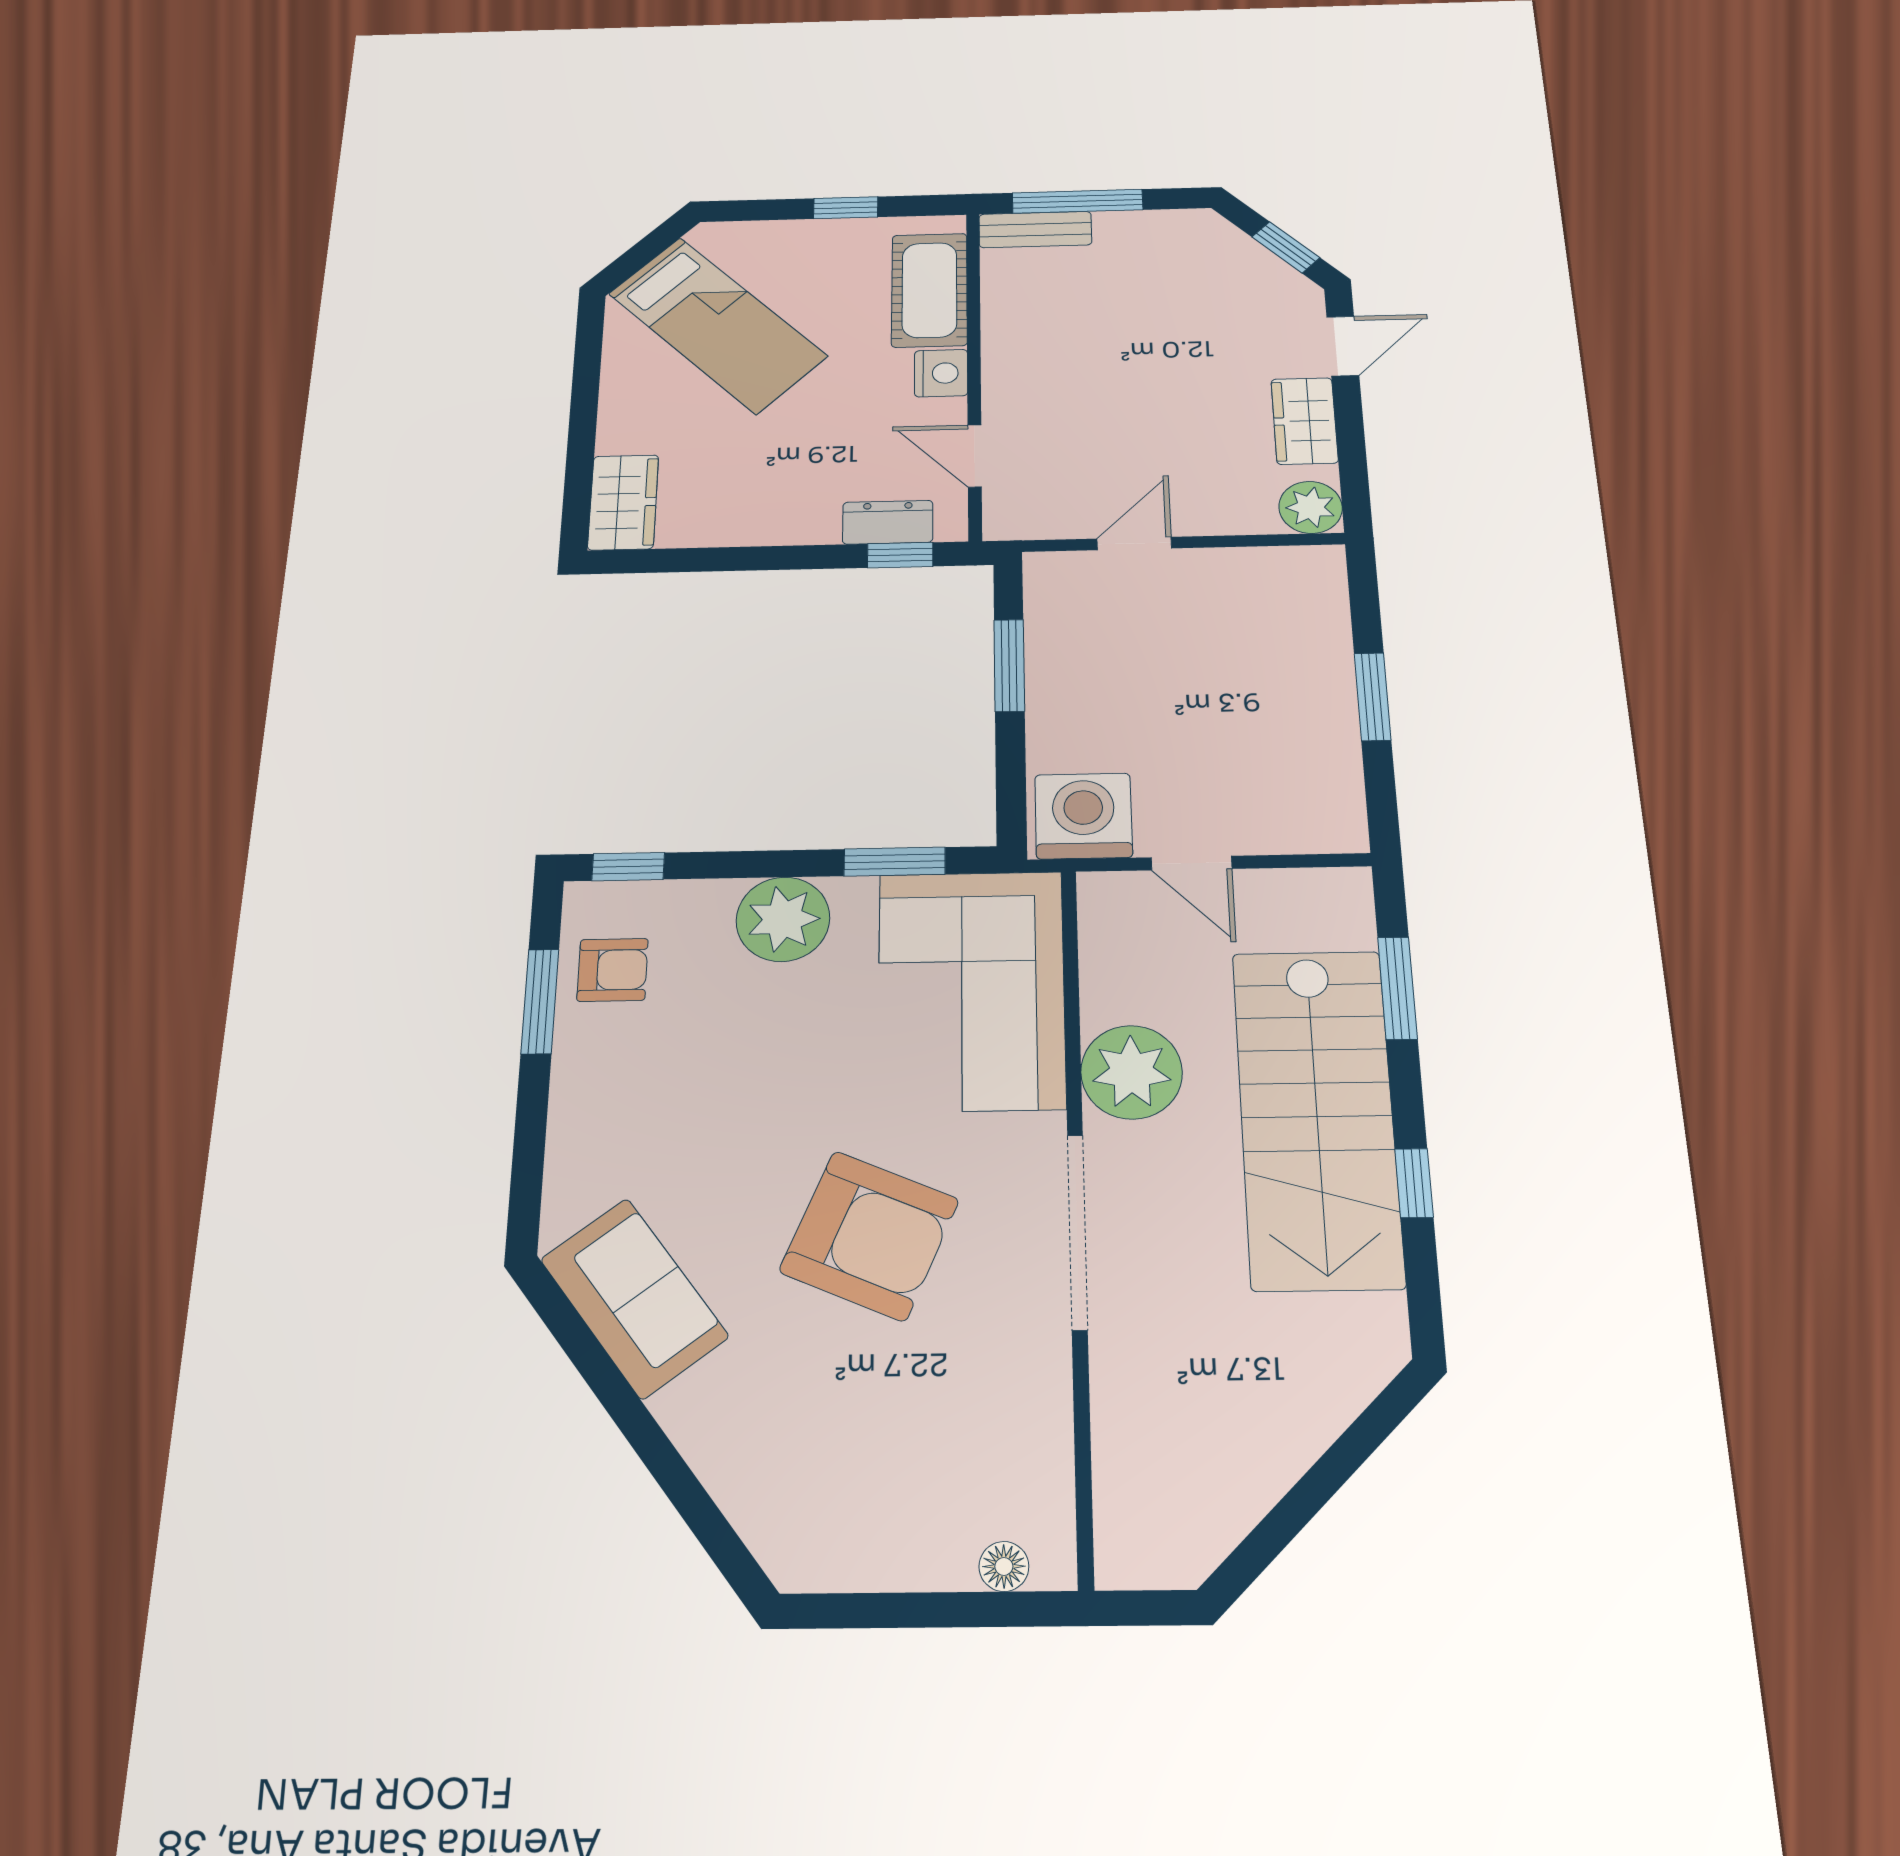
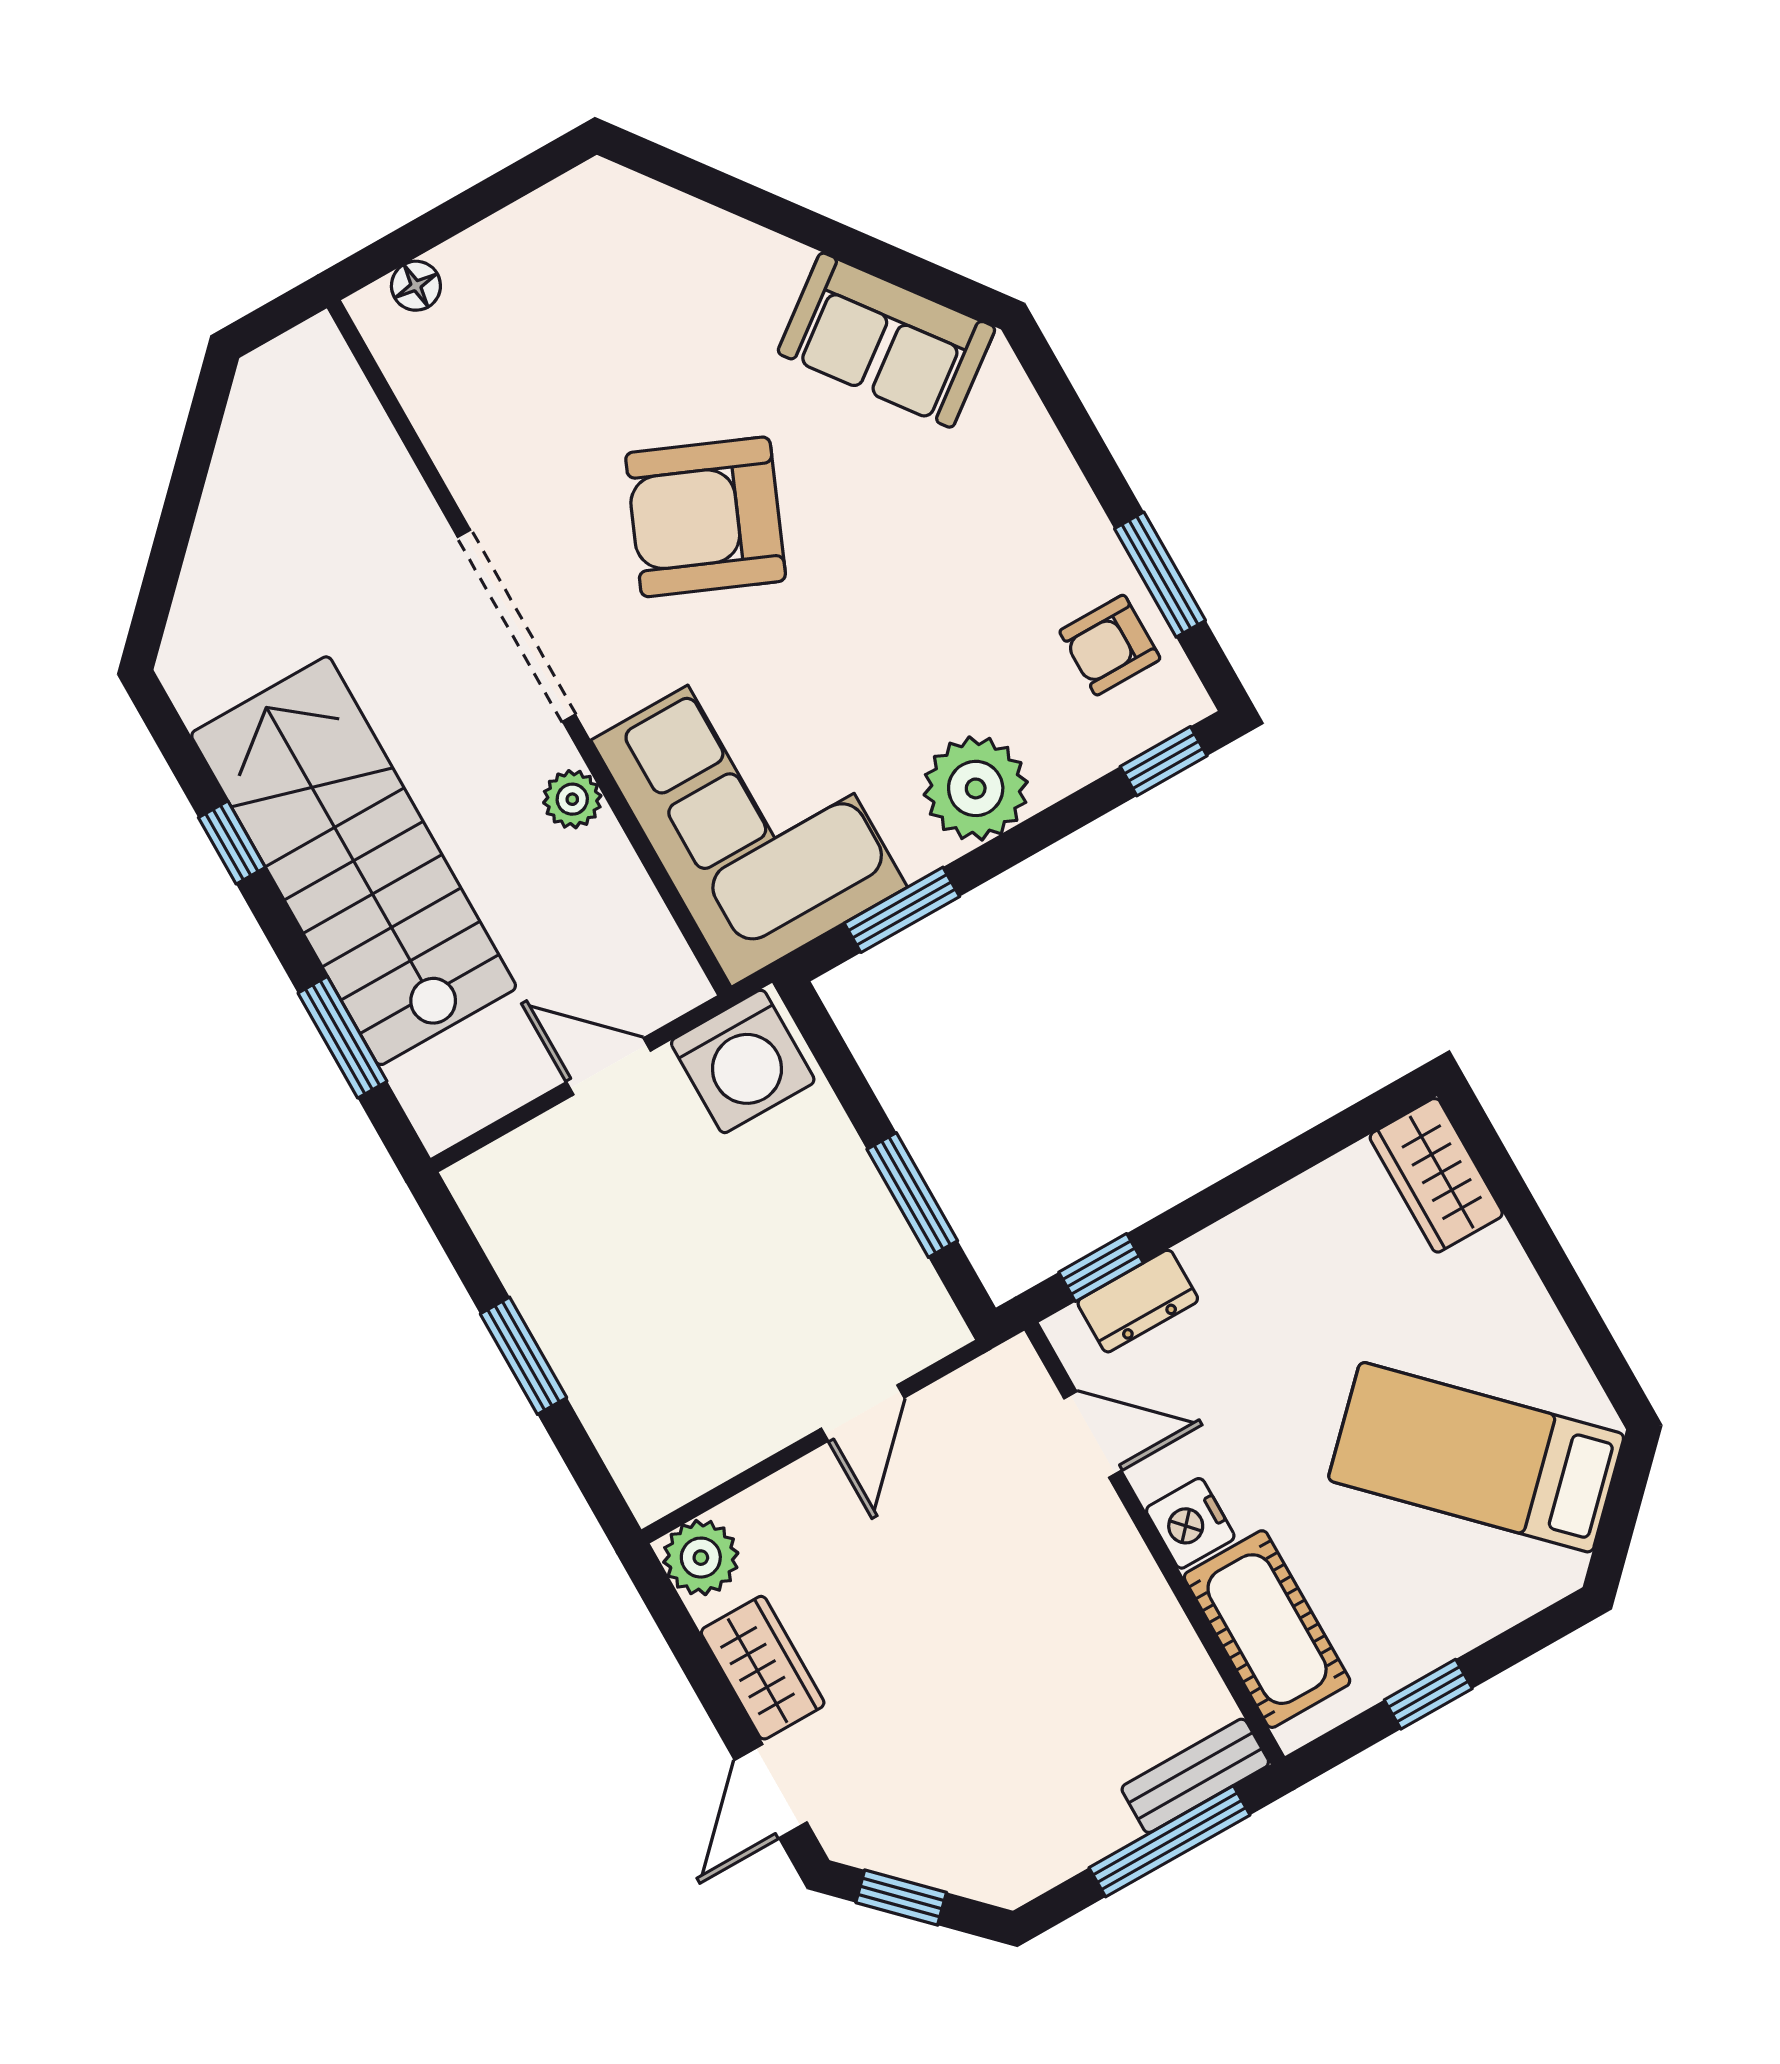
plant: (1132, 1072) -> (572, 799), width x0.53, depth x0.53

